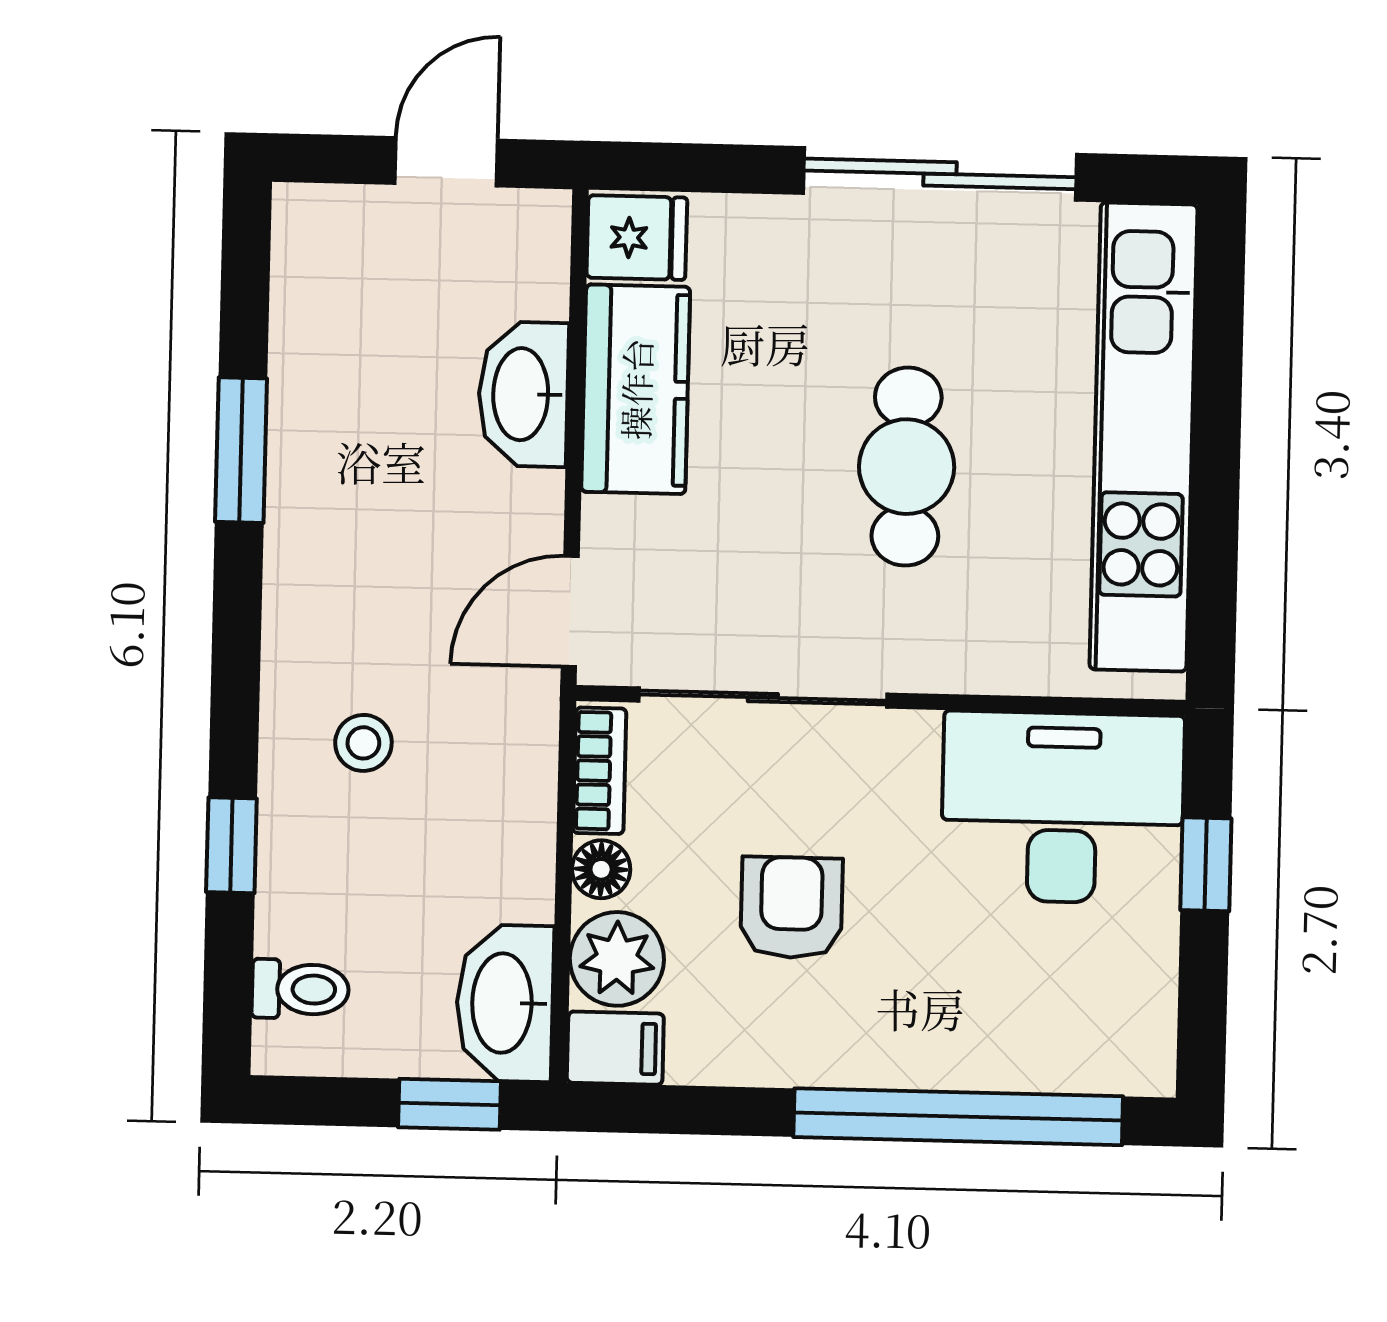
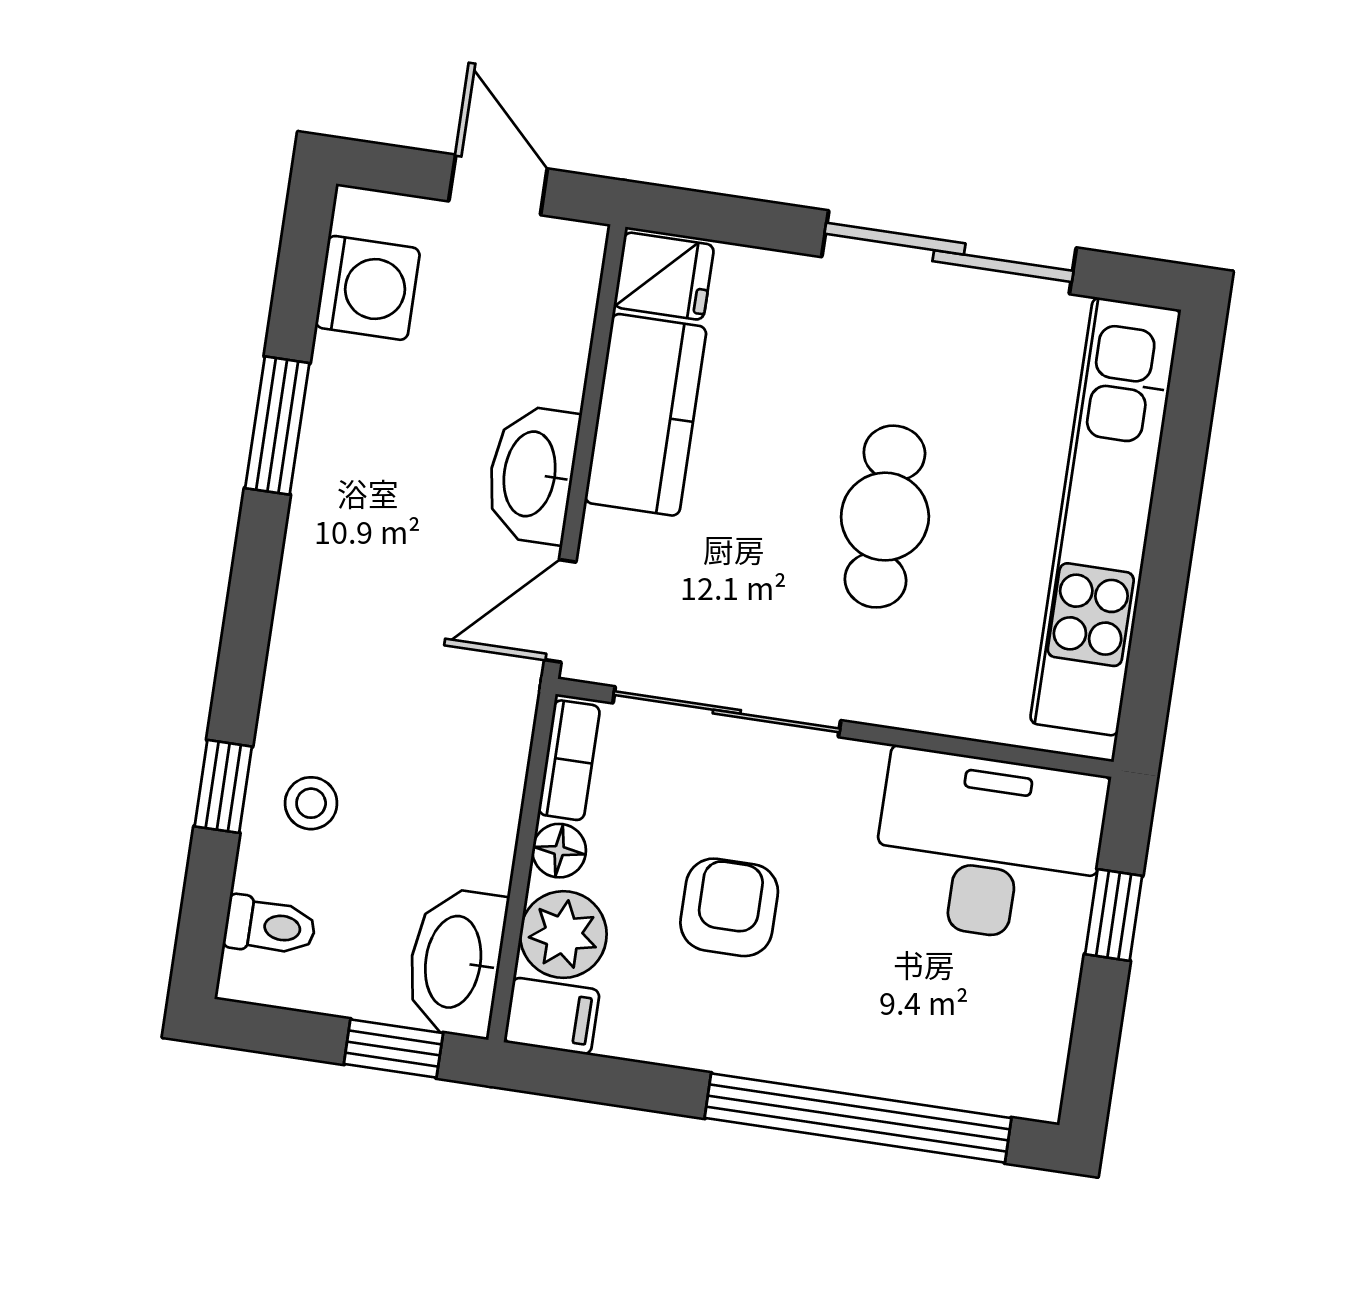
door: (446, 162) -> (498, 185), hinge flipped
washing machine: (320, 290) -> (368, 288), added
washbasin: (523, 394) -> (532, 474), moved
stool: (363, 743) -> (311, 803), moved

